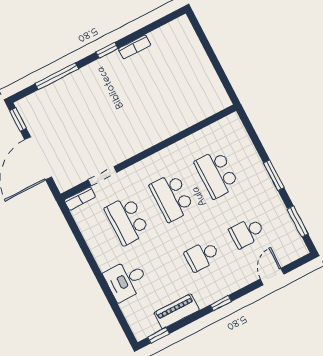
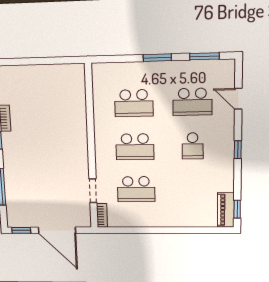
school desk: (247, 233) -> (192, 102), width x1.85
desk: (126, 280) -> (182, 212), removed
piano: (177, 311) -> (226, 210), moved

